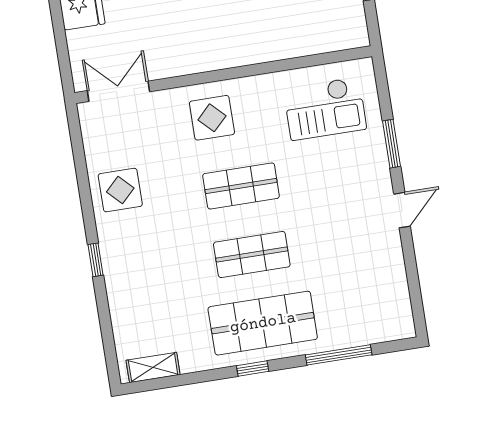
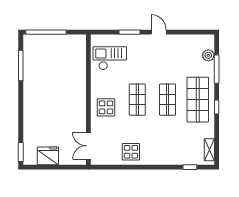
checkout: (325, 109) -> (110, 58), turned -90
window: (96, 260) -> (190, 167), moved
plant: (367, 331) -> (208, 55), added

